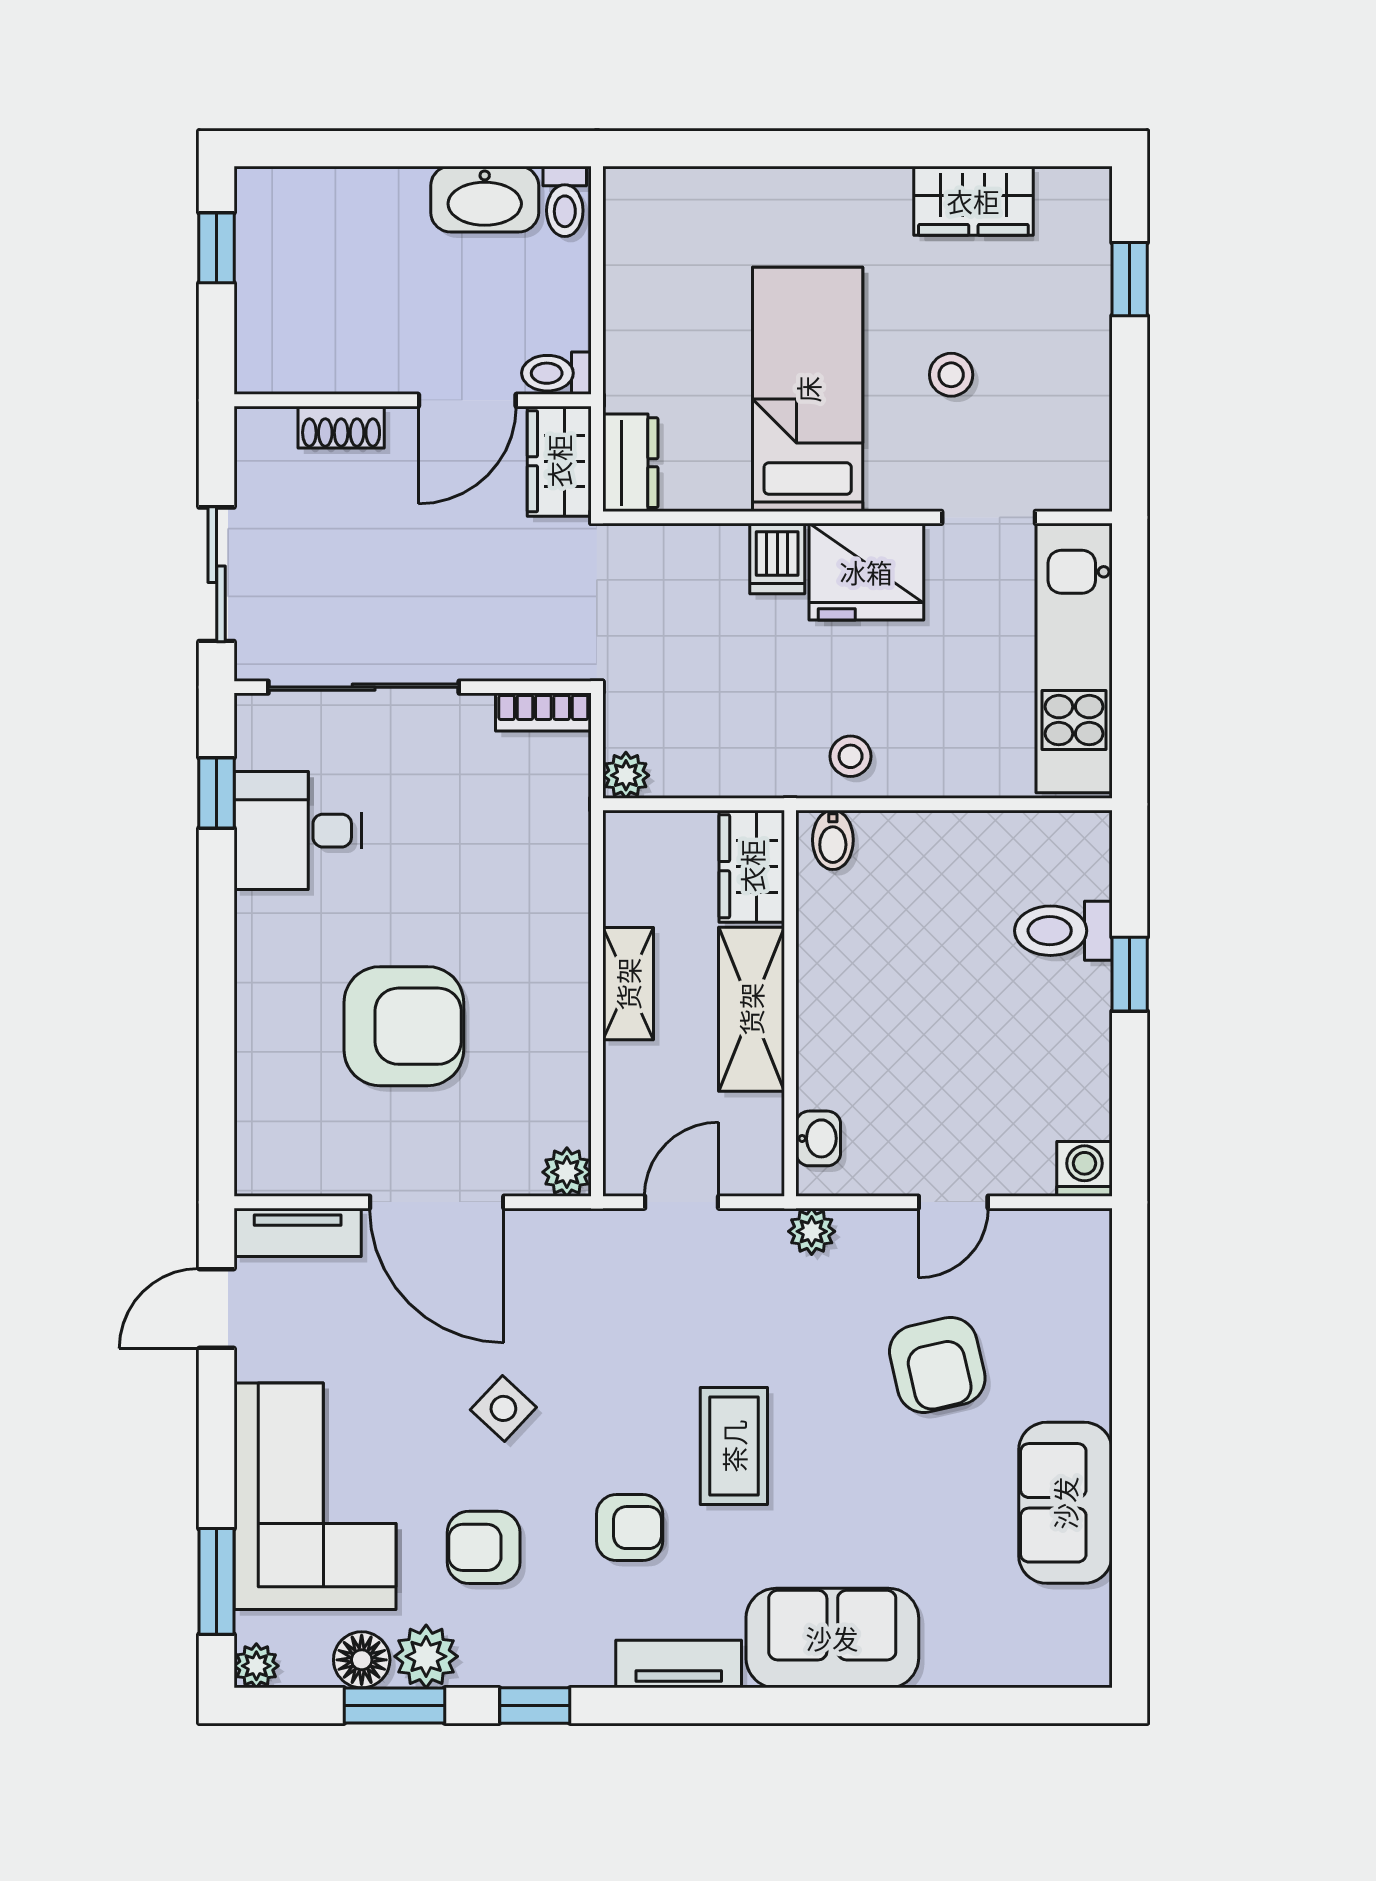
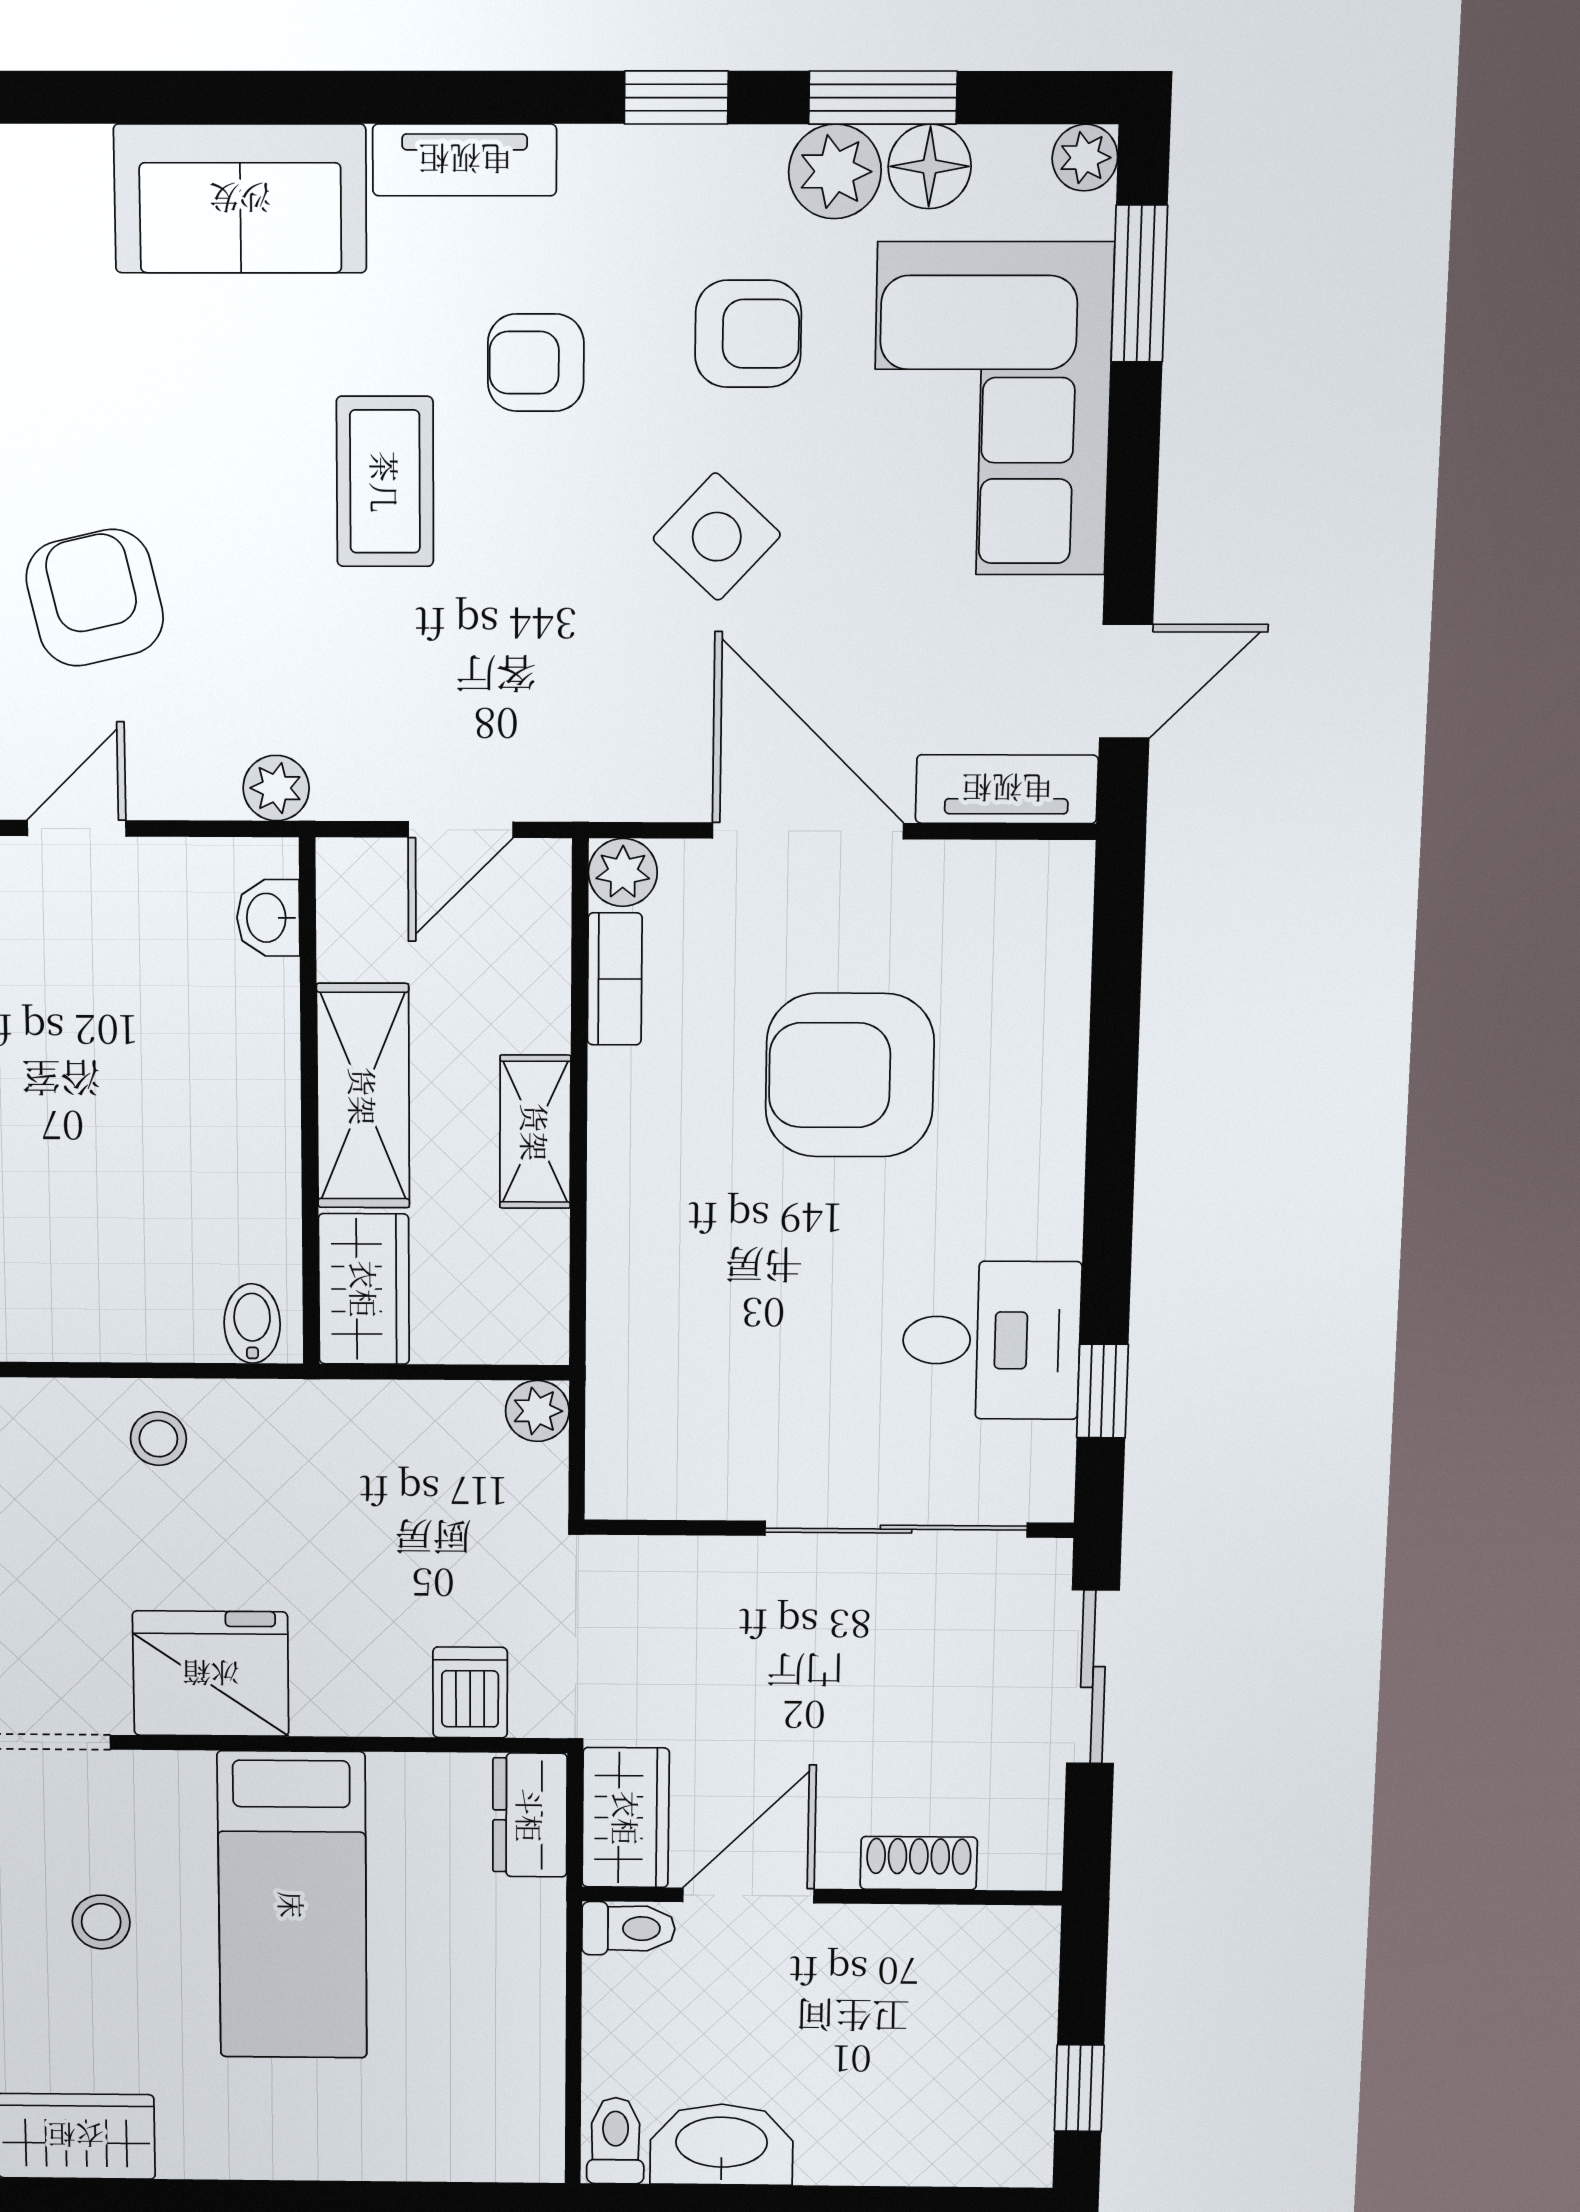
dishwasher: (777, 559) -> (470, 1693), moved
bookcase: (543, 712) -> (615, 979), moved, turned 90
stool: (851, 756) -> (158, 1439), moved
side table: (503, 1408) -> (717, 537), width x1.37, depth x1.37

